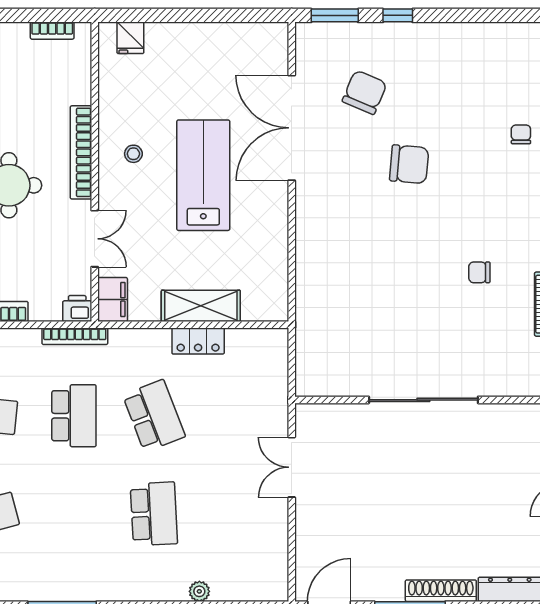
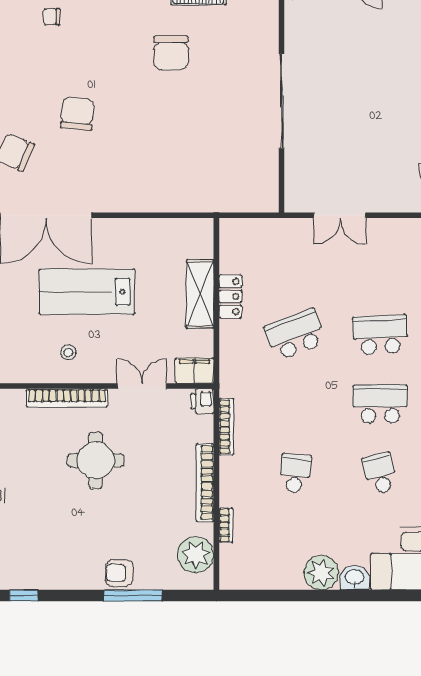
chair: (479, 272) -> (171, 53), width x1.87, depth x1.87
bookcase: (75, 336) -> (226, 427), moved
school desk: (74, 416) -> (380, 404), moved

